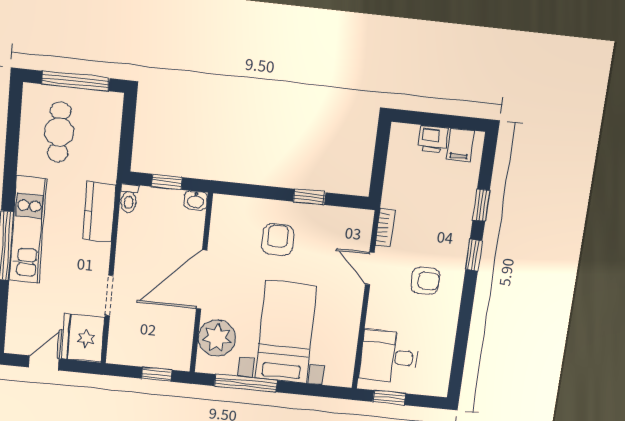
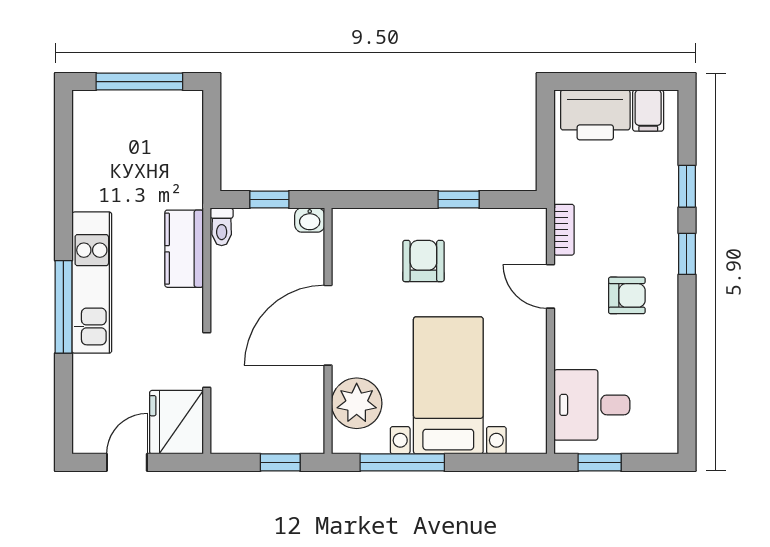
cafe table: (59, 132) -> (124, 149), removed
printer: (433, 139) -> (595, 115), width x1.87, depth x1.48

